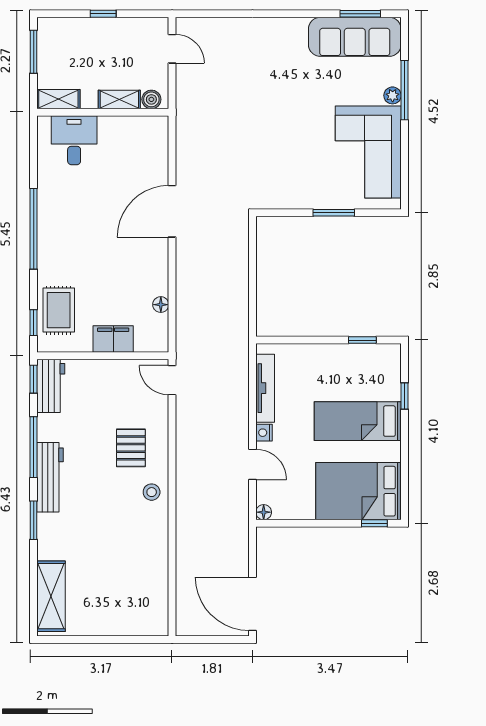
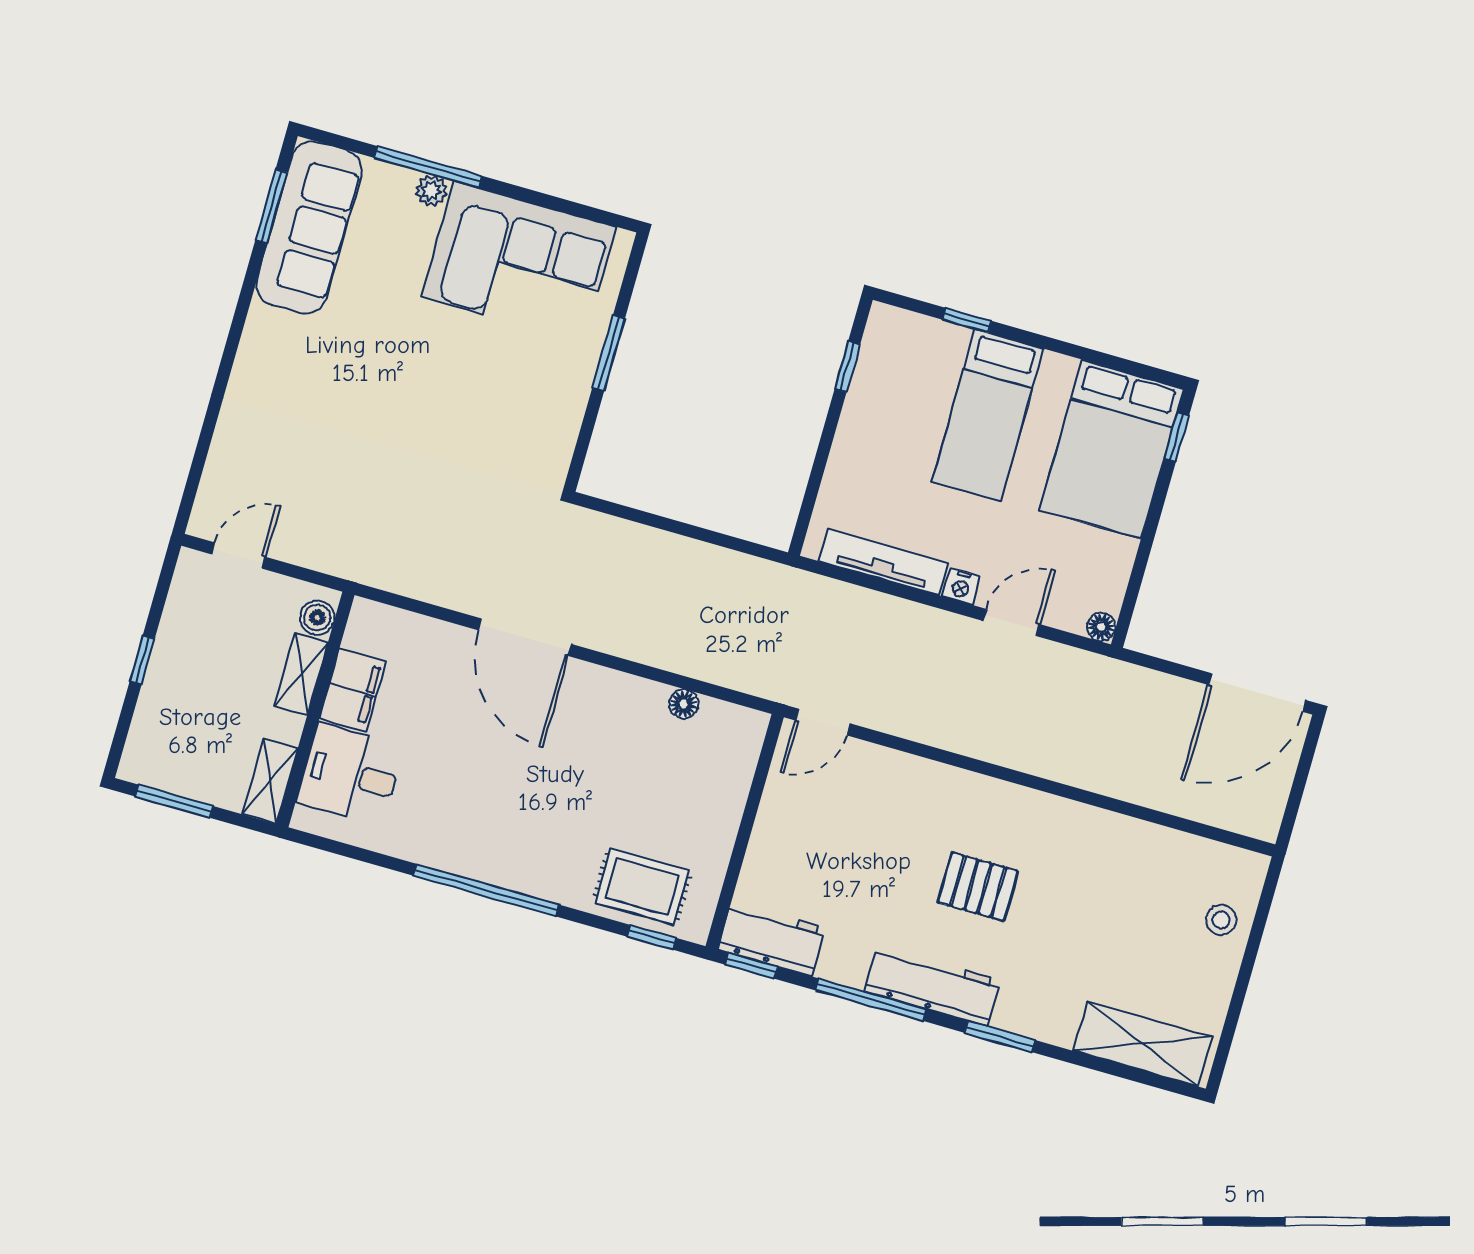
filing cabinet: (113, 339) -> (353, 690), moved, turned 180
pallet: (131, 448) -> (978, 887), moved
stool: (152, 492) -> (1221, 920), moved

